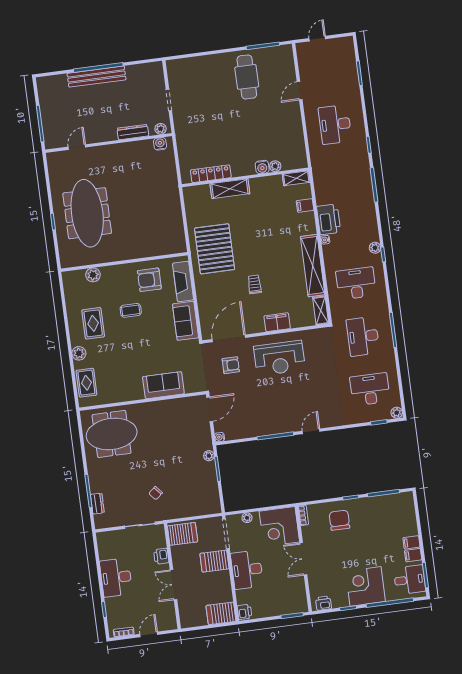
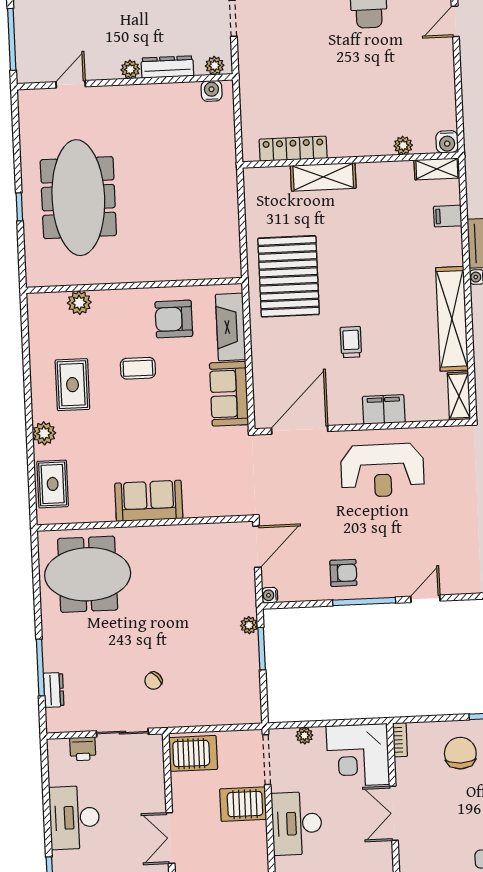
plant: (111, 135) -> (130, 69), added
water cooler: (262, 167) -> (447, 142), moved
armchair: (231, 365) -> (343, 573), moved
sofa: (163, 385) -> (149, 501), moved
printer: (161, 556) -> (83, 749), moved, turned -90

